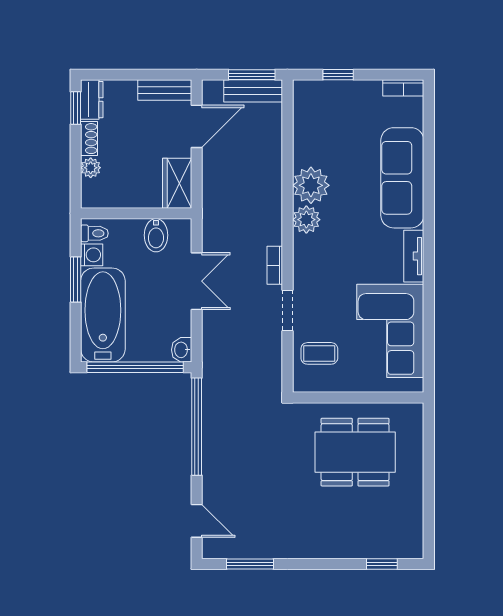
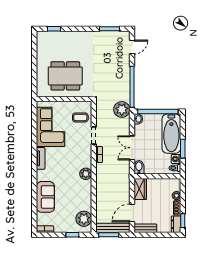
bench: (253, 91) -> (113, 228), width x1.36
sofa: (402, 178) -> (45, 197), width x0.73
plant: (311, 185) -> (84, 219), moved
bidet: (156, 235) -> (139, 167), moved
plant: (221, 372) -> (122, 109), added
door: (197, 521) -> (132, 47), swing flipped

